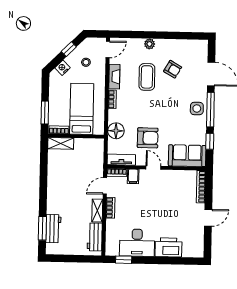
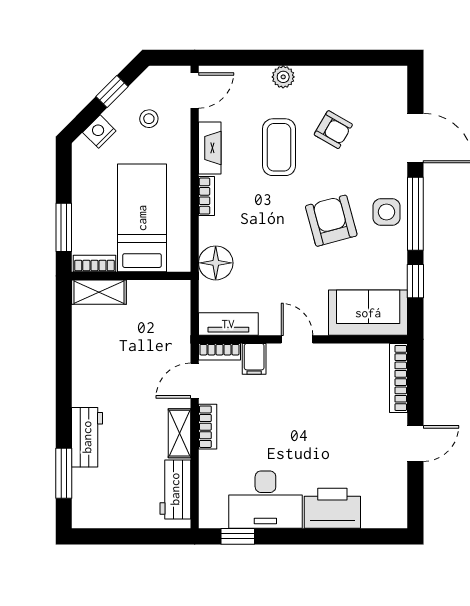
armchair: (148, 138) -> (331, 221), moved, turned -105
workbench: (53, 229) -> (87, 437), moved

